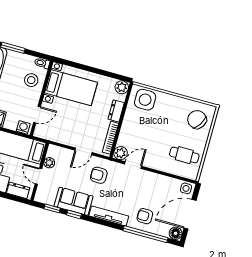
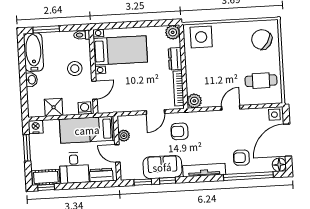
stool: (31, 80) -> (75, 69), moved
door: (133, 165) -> (231, 108), moved

